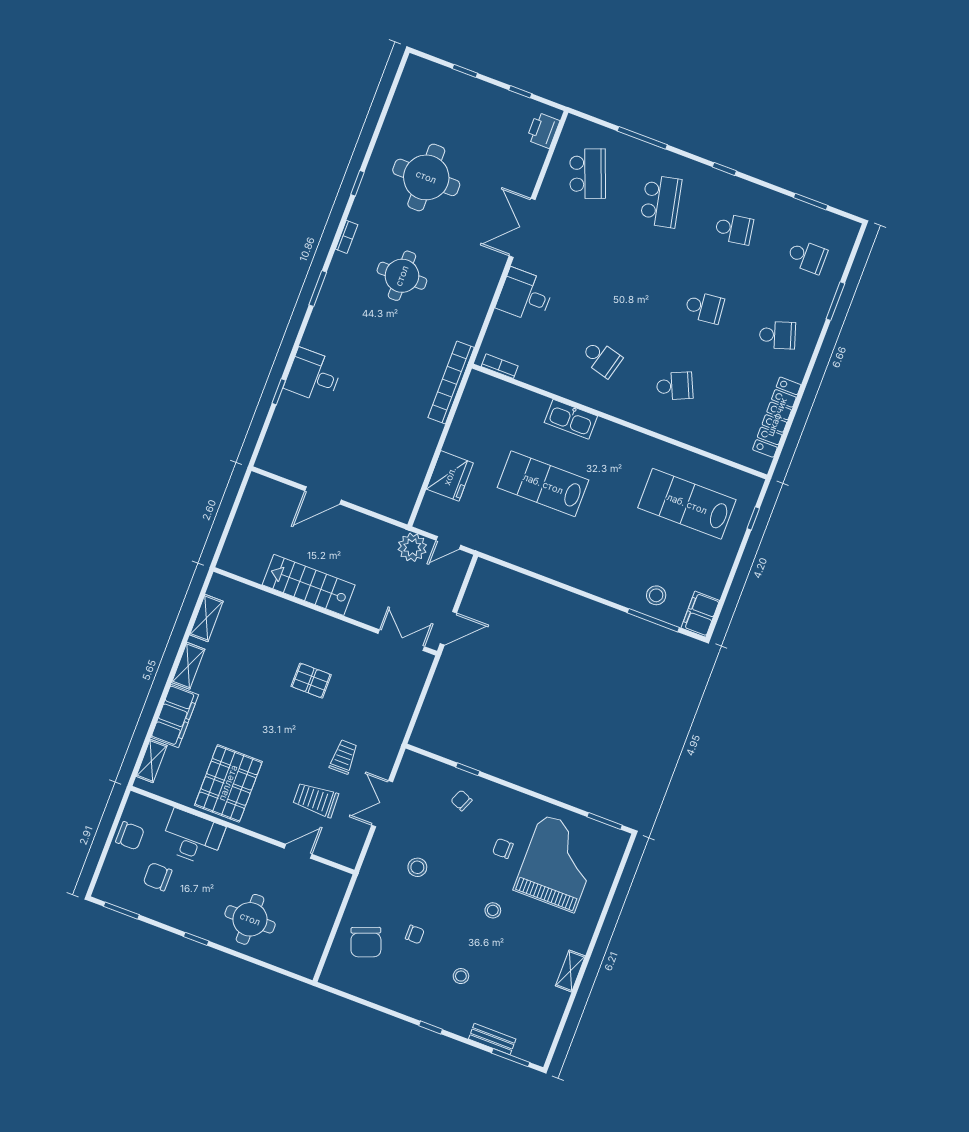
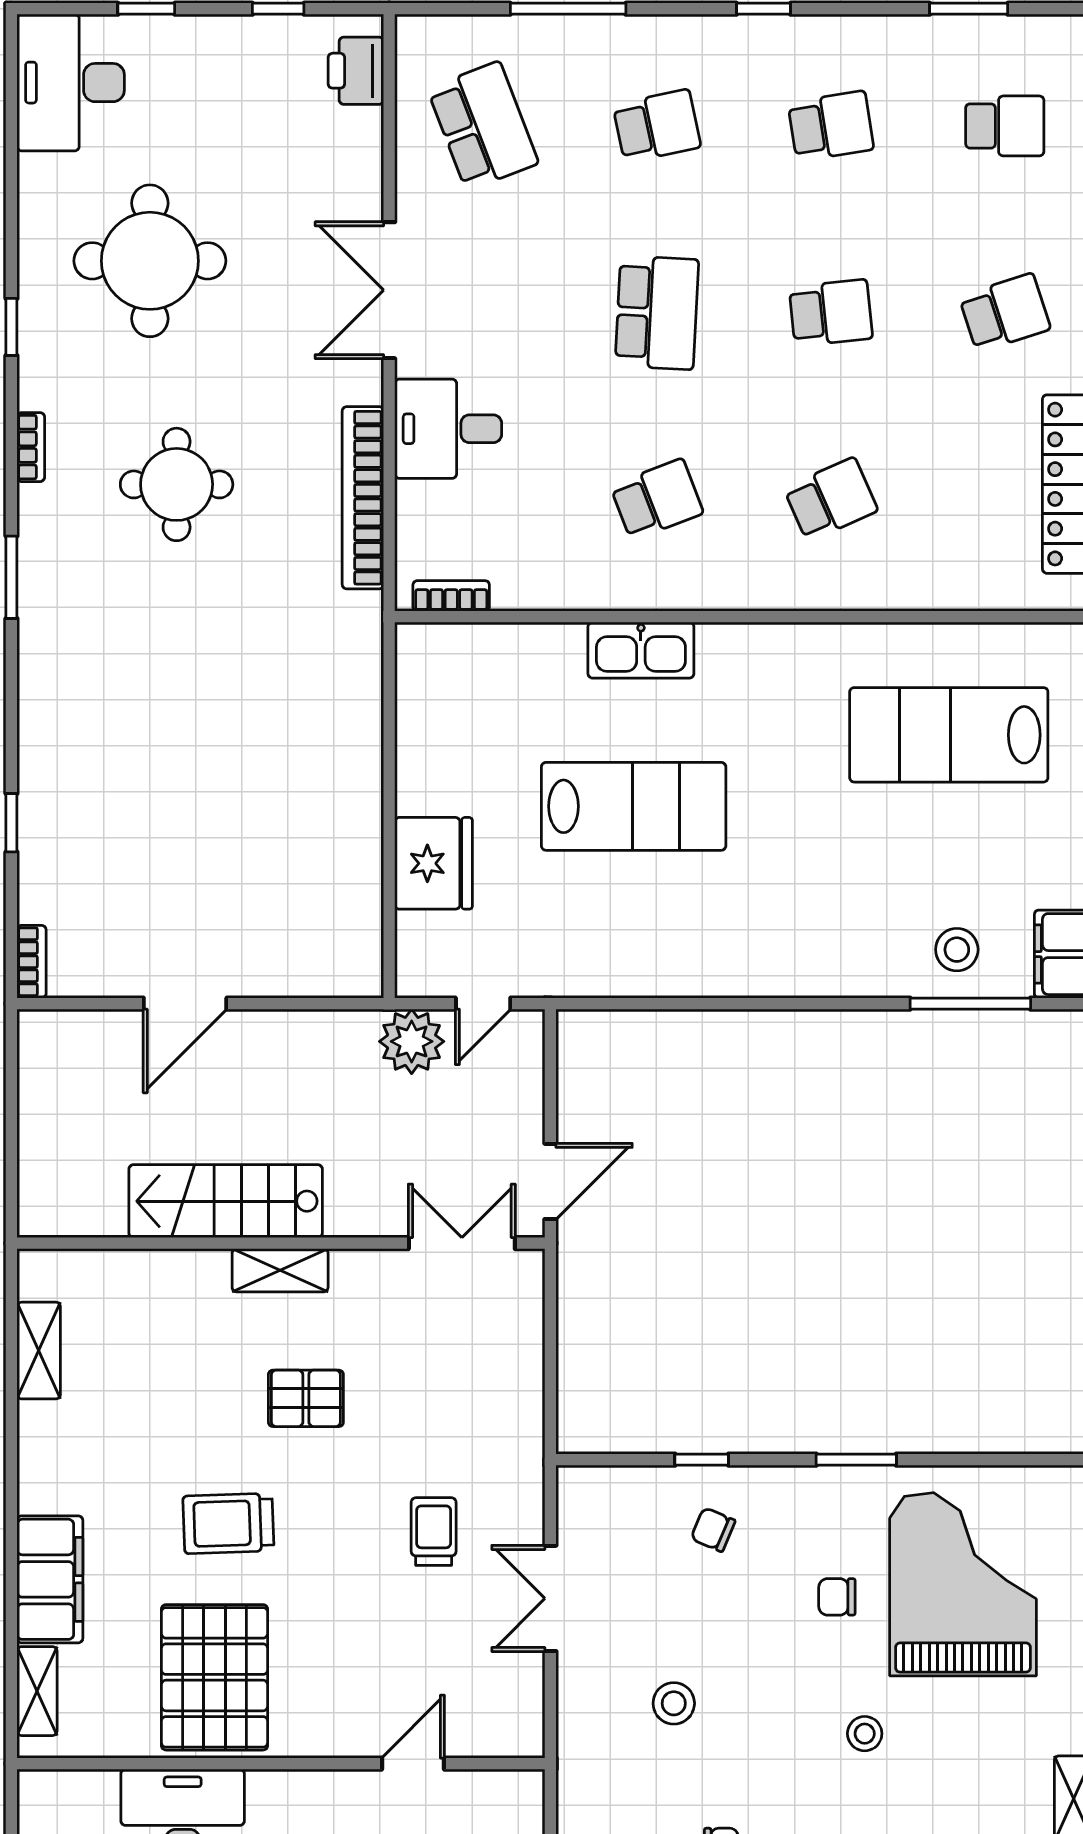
school desk: (661, 201) -> (657, 126), width x0.54
school desk: (631, 280) -> (657, 313), added
school desk: (602, 358) -> (657, 499), turned -36
desk: (313, 376) -> (71, 83), moved, width x1.37
bookcase: (451, 382) -> (363, 498), moved
bookcase: (265, 453) -> (32, 962), added
lab bench: (543, 484) -> (634, 806), turned 180
shelving: (188, 666) -> (280, 1270), moved, turned 90
trolley: (316, 800) -> (228, 1523), moved
window: (605, 821) -> (856, 1460), moved

